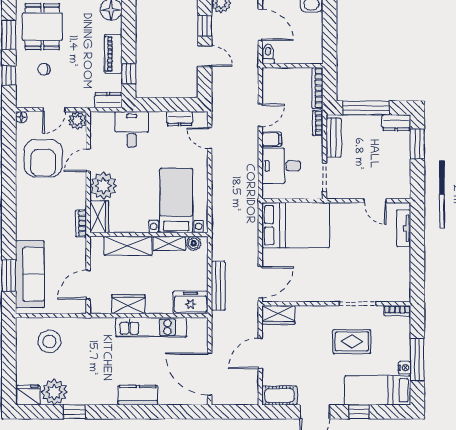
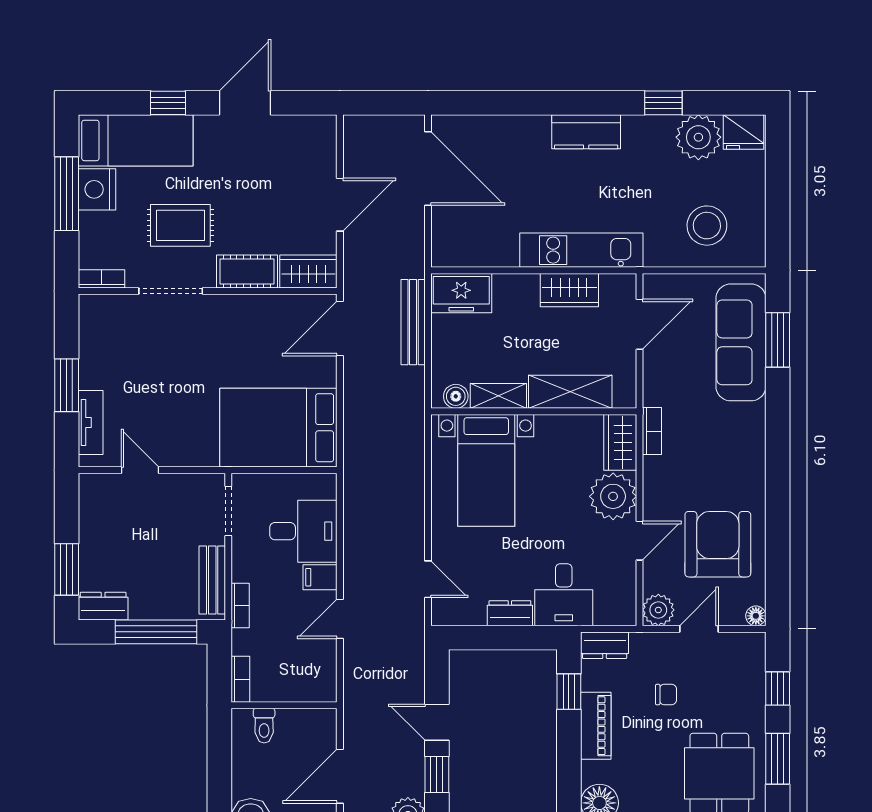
door: (260, 25) -> (340, 776), hinge flipped
toilet: (268, 54) -> (264, 726), moved
chair: (44, 69) -> (666, 695), moved
bookcase: (317, 88) -> (240, 679), width x0.64
dresser: (180, 119) -> (510, 613), moved
window: (417, 250) -> (67, 385), added
kitchen unit: (151, 327) -> (581, 250), moved
nightstand: (405, 368) -> (97, 189), width x1.89, depth x1.79
kitchen counter: (138, 395) -> (586, 132), moved
cot: (280, 396) -> (247, 271), moved

